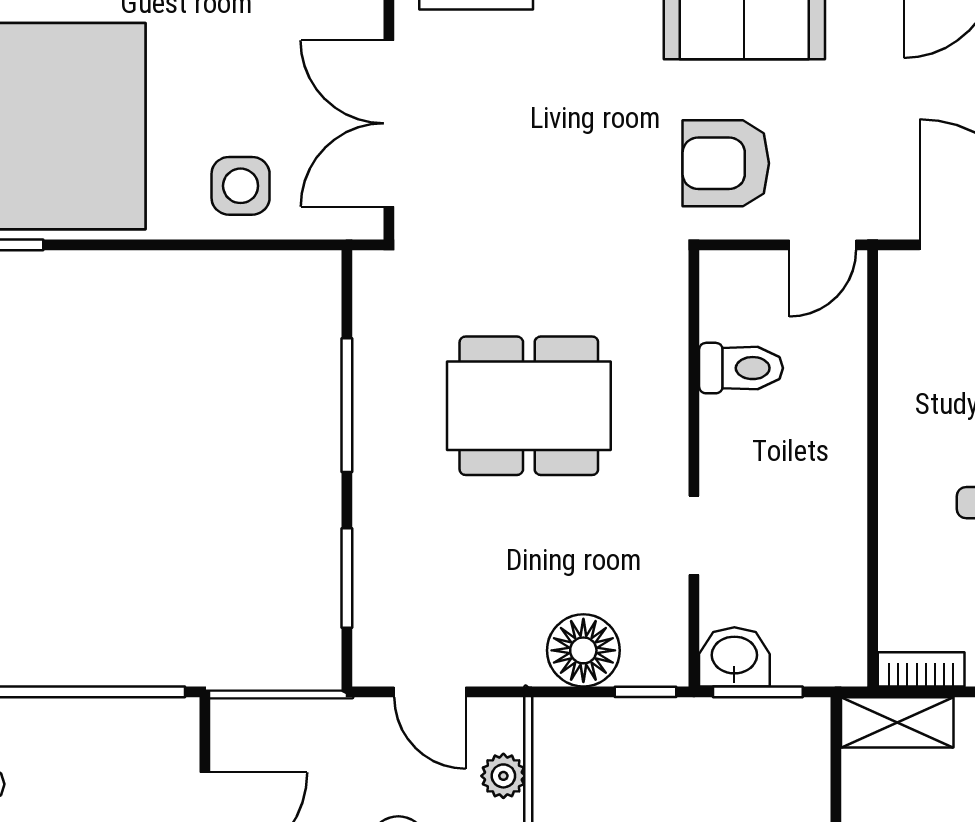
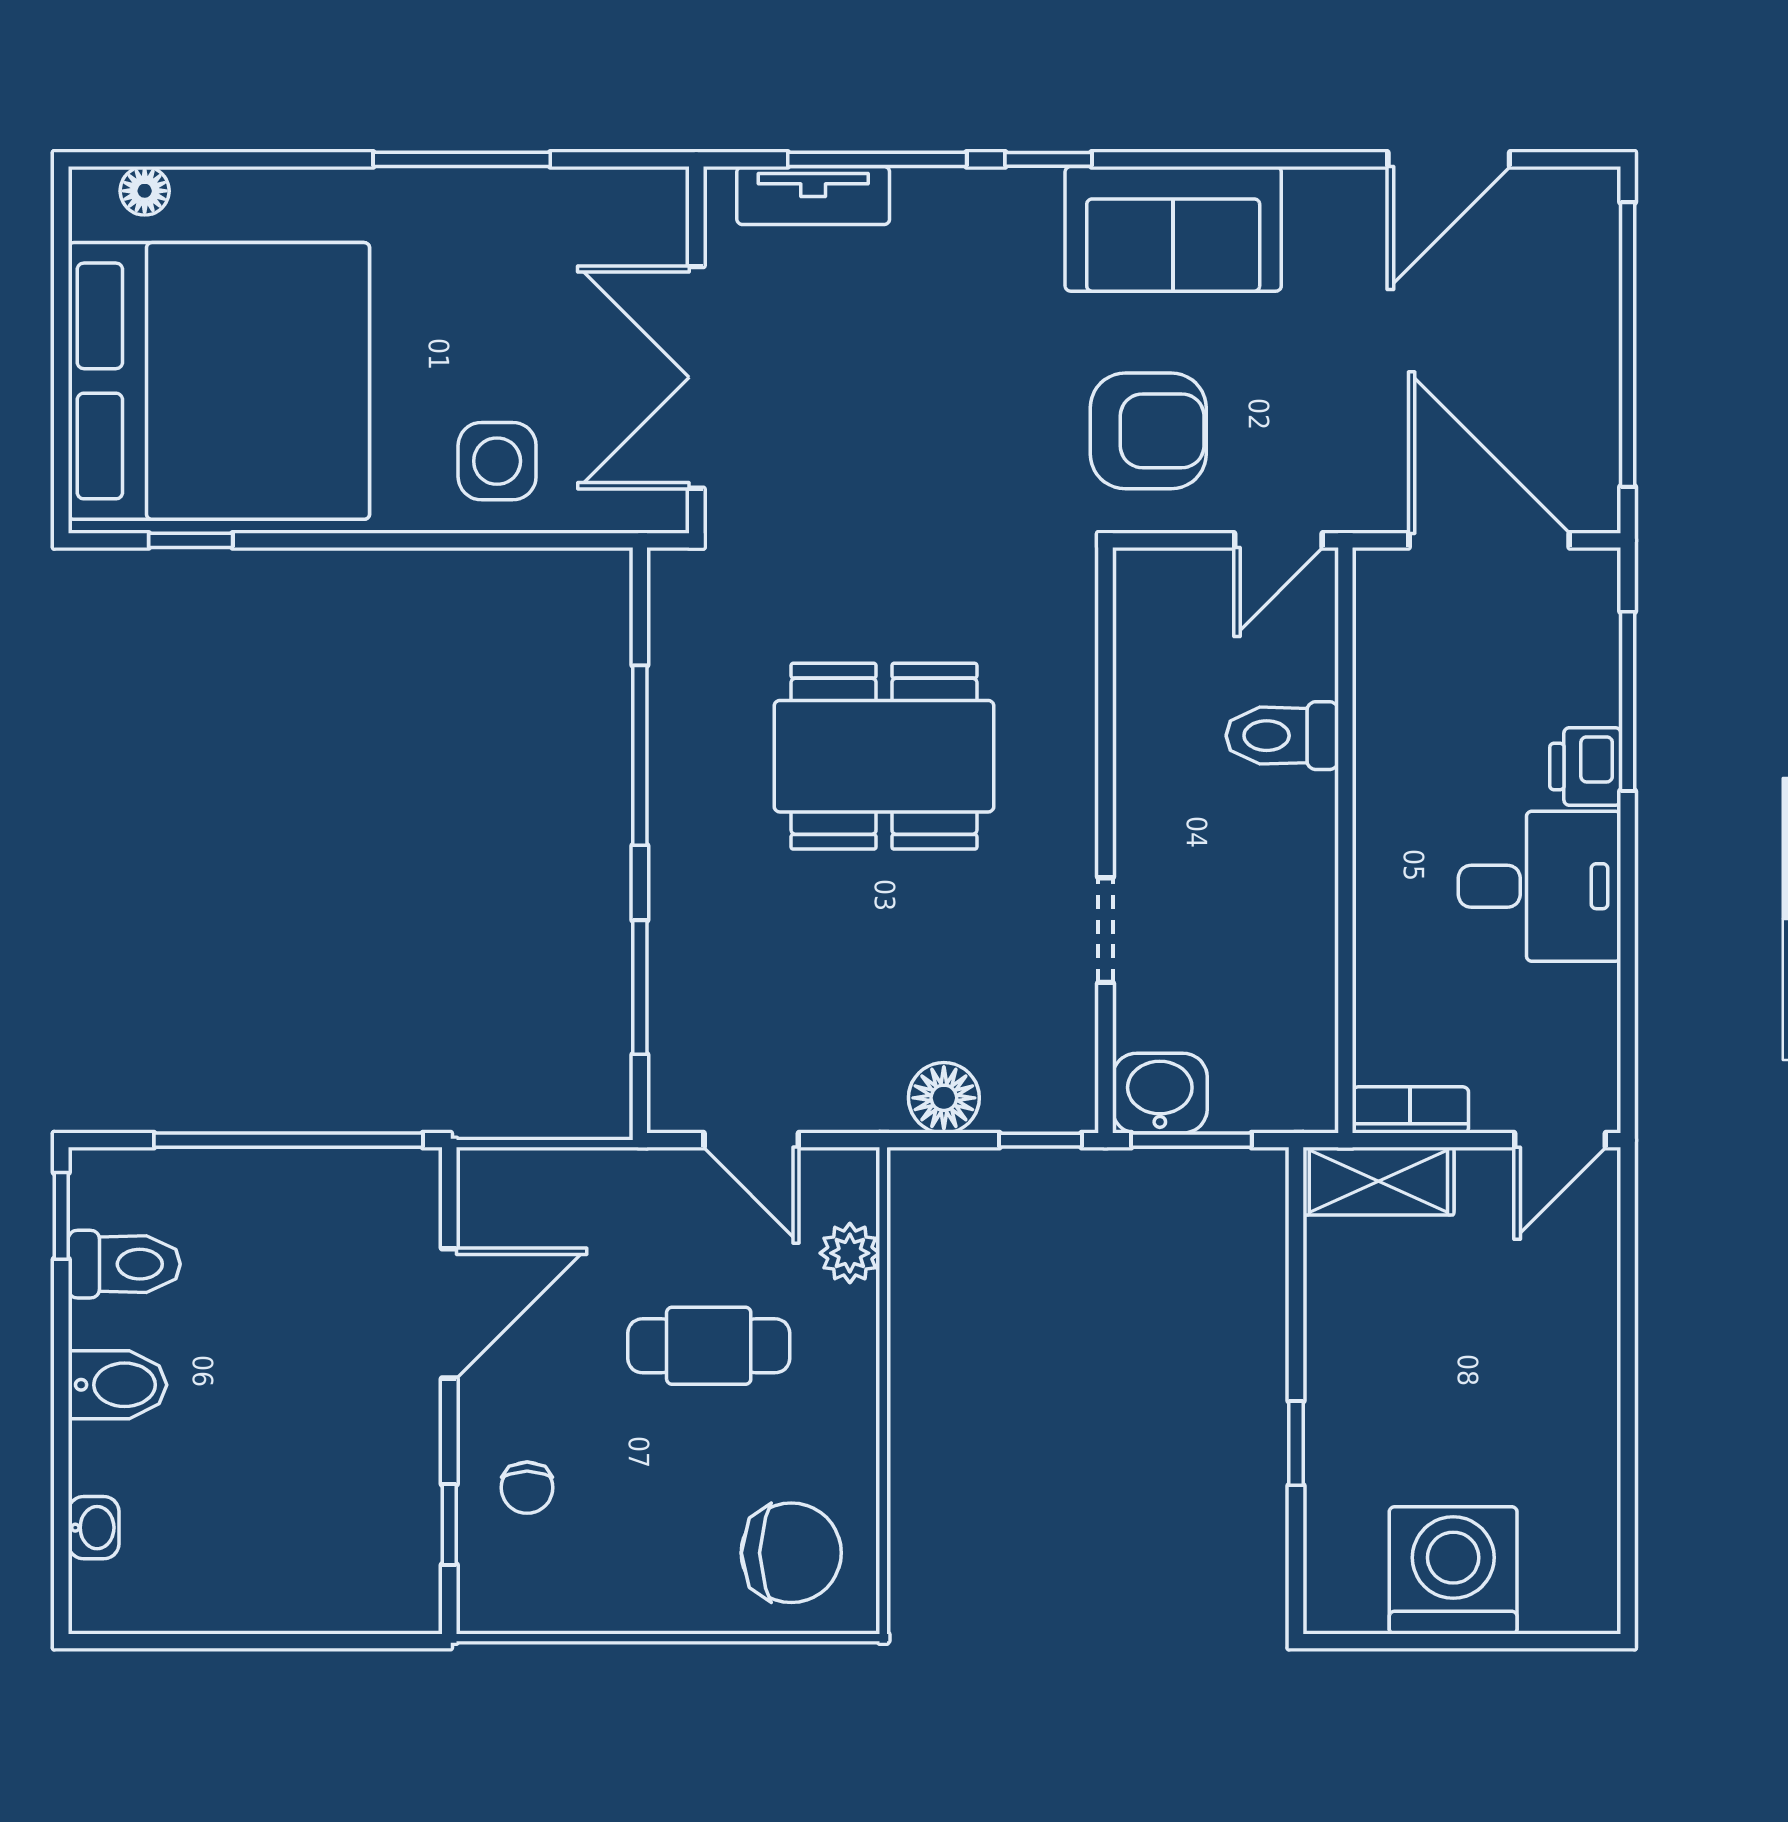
armchair: (726, 163) -> (1148, 431), turned 180
toilet: (741, 368) -> (1282, 736), moved, turned 180
floor lamp: (583, 650) -> (944, 1098), width x0.73, depth x0.73

